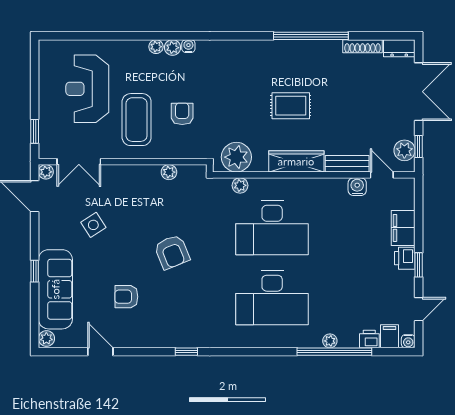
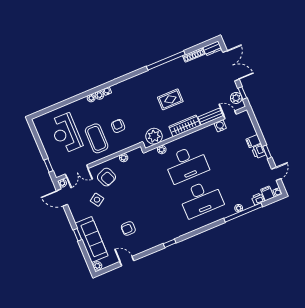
filing cabinet: (403, 228) -> (253, 141), width x0.50
armchair: (172, 252) -> (106, 177), moved

